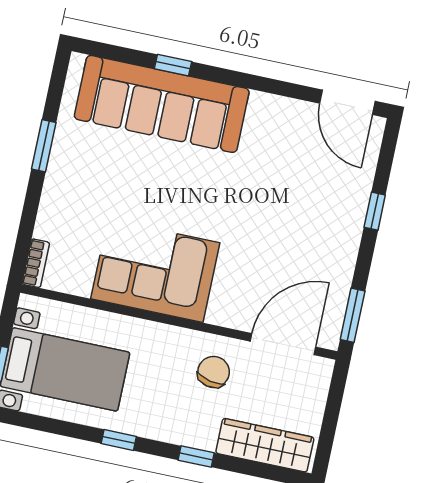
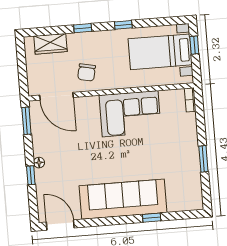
sofa: (162, 104) -> (123, 199), moved
floor lamp: (352, 230) -> (39, 163), added
door: (283, 344) -> (56, 96), hinge flipped
wardrobe: (265, 445) -> (51, 44), width x0.67

